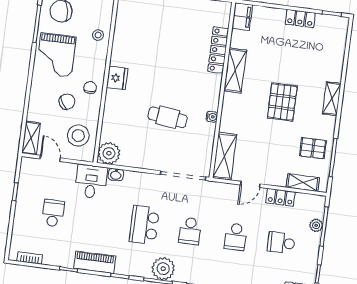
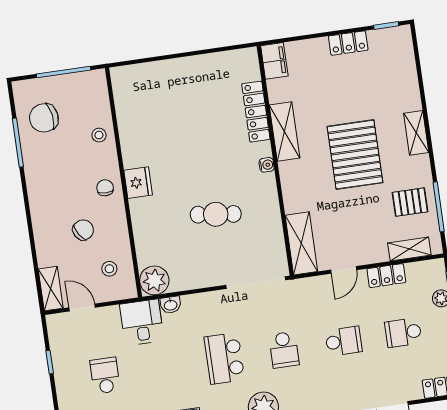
grand piano: (56, 55) -> (53, 175), removed
chair: (90, 88) -> (105, 188), moved
pallet: (282, 102) -> (355, 155), width x1.37, depth x1.41
water cooler: (212, 117) -> (267, 165), moved
stool: (78, 136) -> (109, 269), width x0.53, depth x0.53
school desk: (236, 237) -> (344, 341), turned -90

